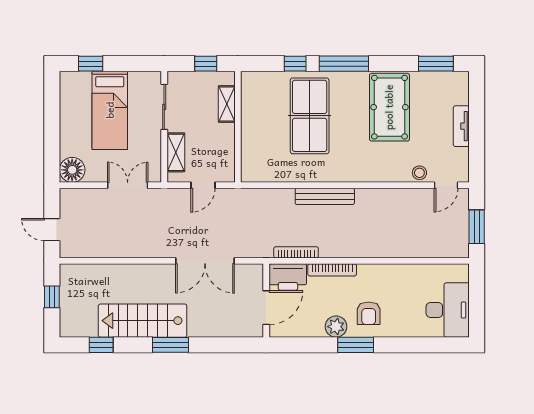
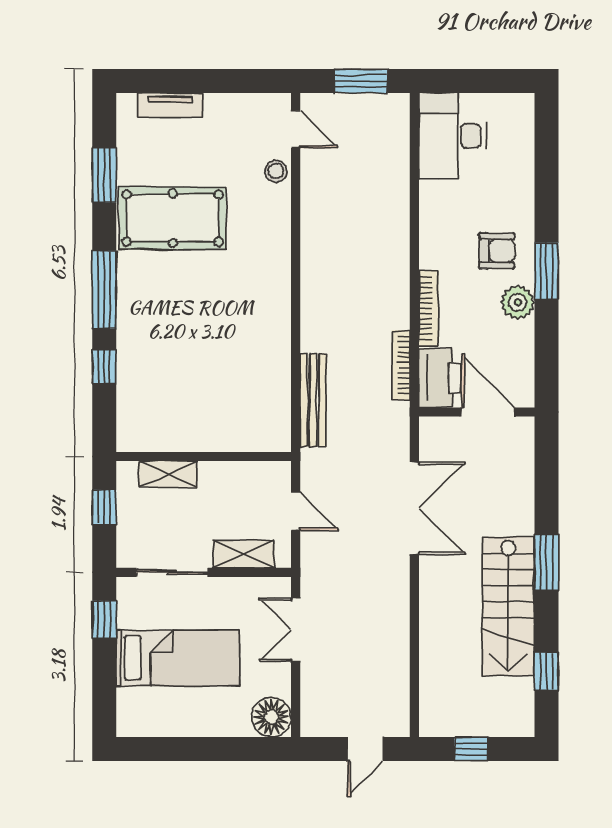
window: (91, 64) -> (104, 620), moved
window: (436, 64) -> (104, 175), moved
table tennis table: (310, 116) -> (186, 344), removed
tv unit: (461, 126) -> (170, 105), moved
bench: (325, 196) -> (313, 400), moved
desk: (448, 310) -> (453, 136), moved, turned -90

